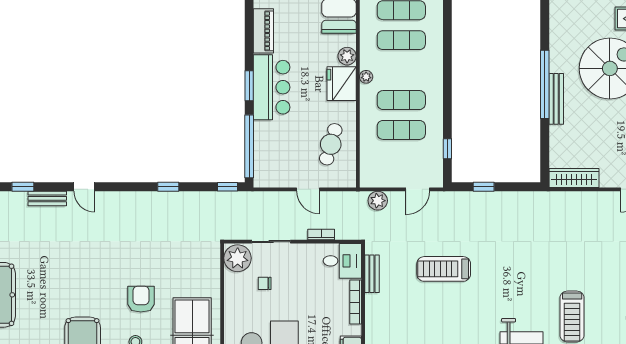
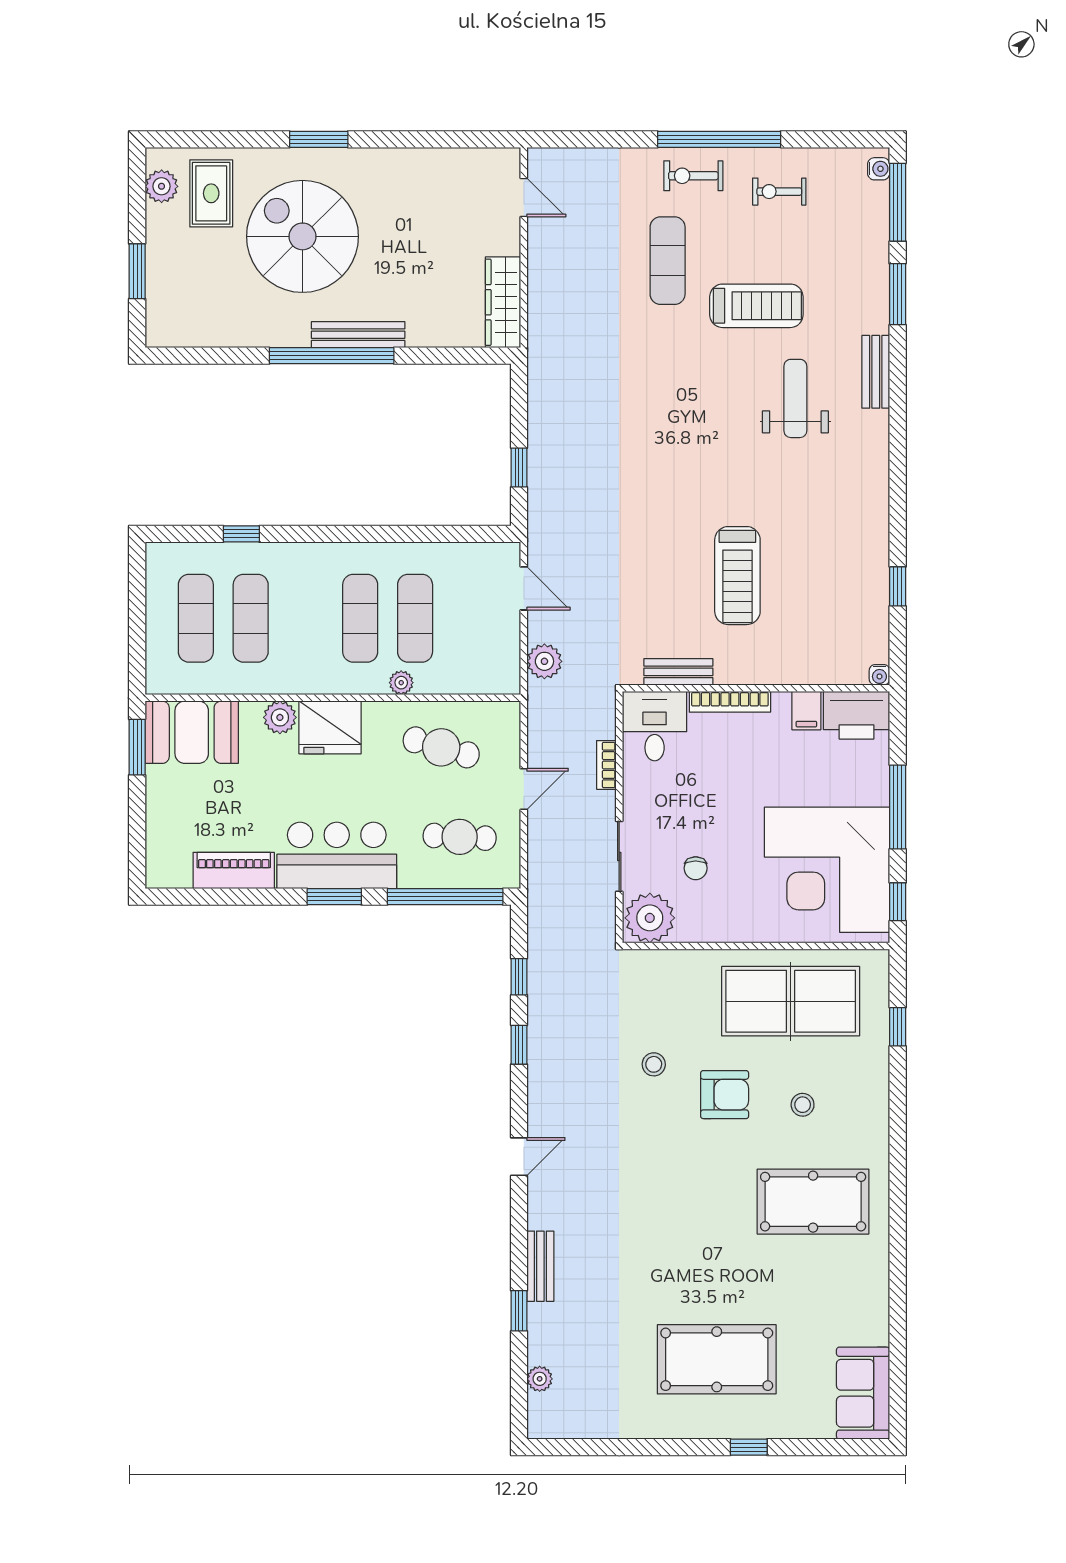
plant: (366, 77) -> (401, 683), moved
window: (447, 149) -> (241, 534), moved
cafe table: (282, 154) -> (460, 837), added
door: (84, 187) -> (519, 1157), moved
window: (227, 187) -> (519, 977), moved
stool: (158, 260) -> (654, 1064), added
exercise mat: (597, 268) -> (668, 261), added
treadmill: (444, 269) -> (737, 576), moved
armchair: (141, 299) -> (725, 1095), turned 180

